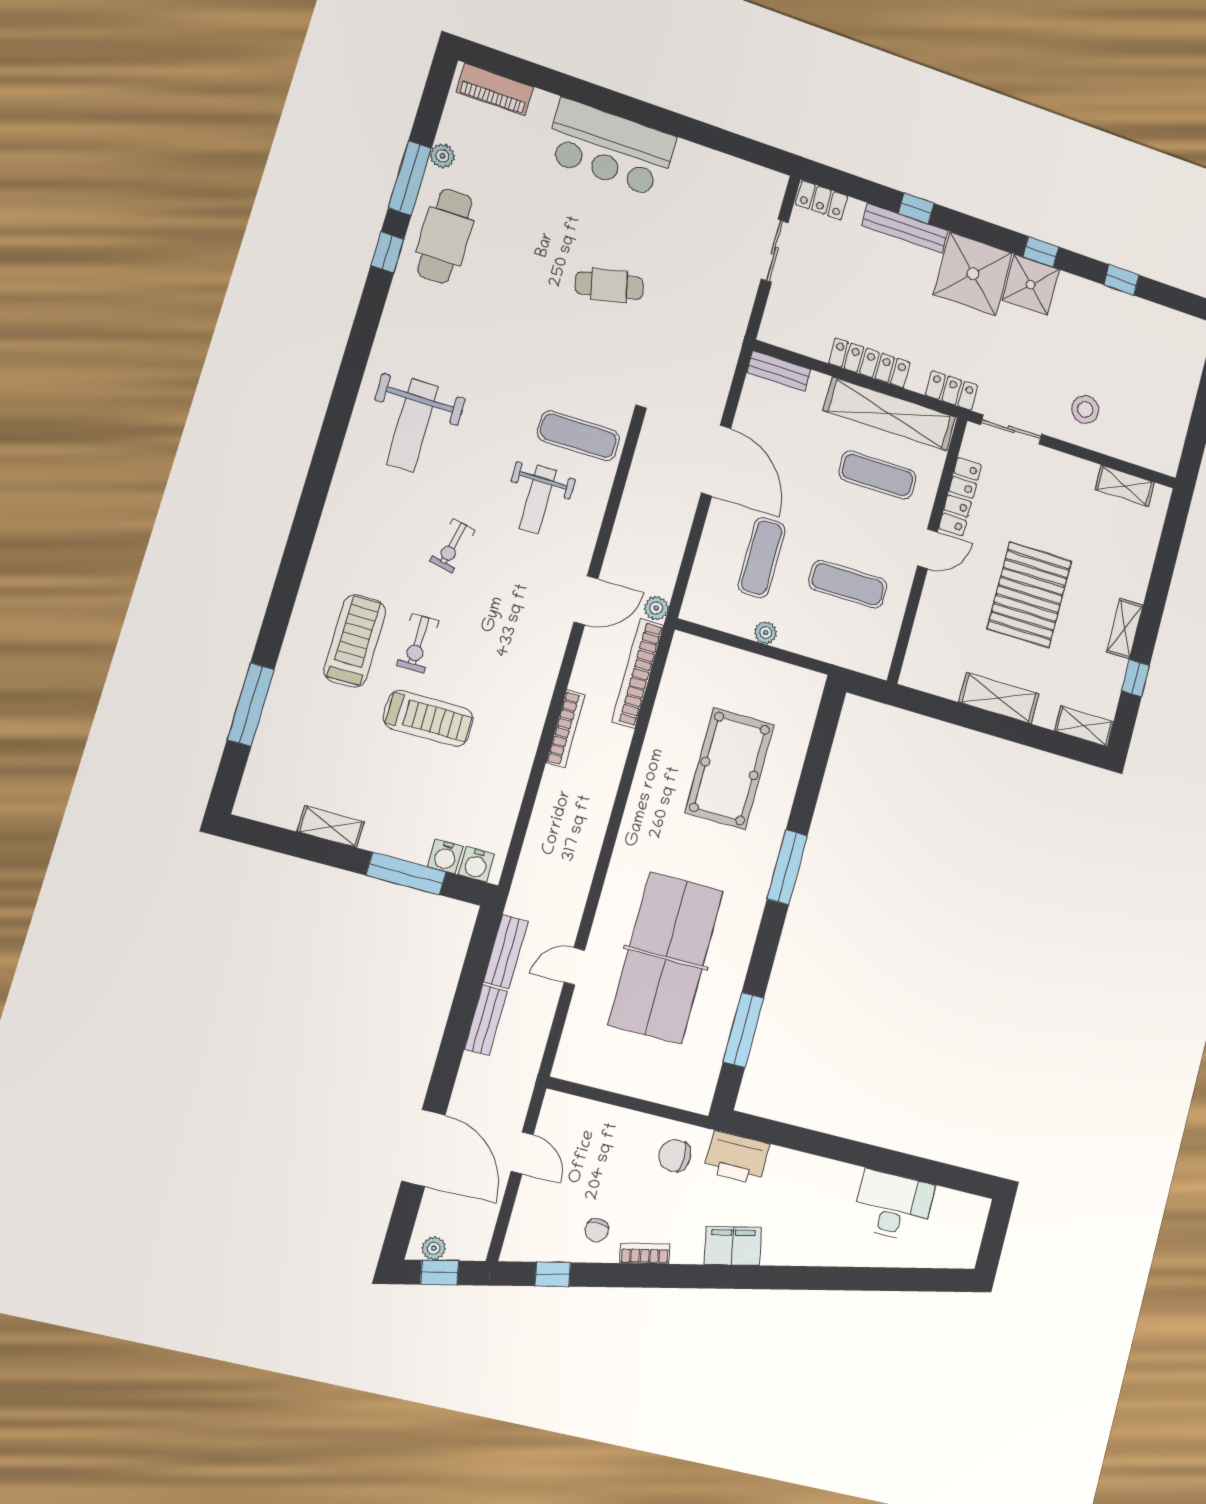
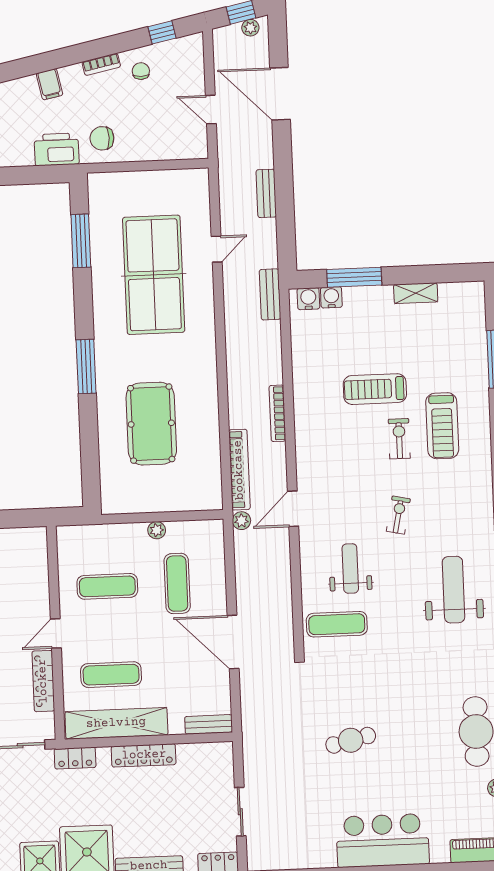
bench: (506, 952) -> (270, 294), moved
chair: (675, 1155) -> (102, 138), turned 180
filing cabinet: (733, 1246) -> (50, 84), width x0.50

